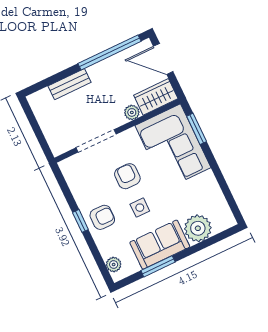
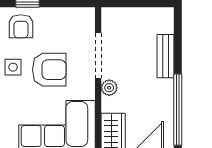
plant: (132, 112) -> (109, 88), moved
armchair: (127, 176) -> (49, 70), width x1.38, depth x1.38

